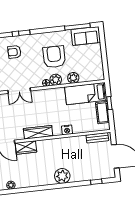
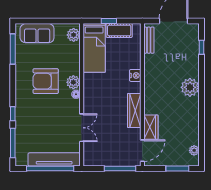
sofa: (86, 36) -> (37, 33), moved, turned 90
armchair: (14, 52) -> (35, 128), removed
plant: (73, 78) -> (74, 35), moved

